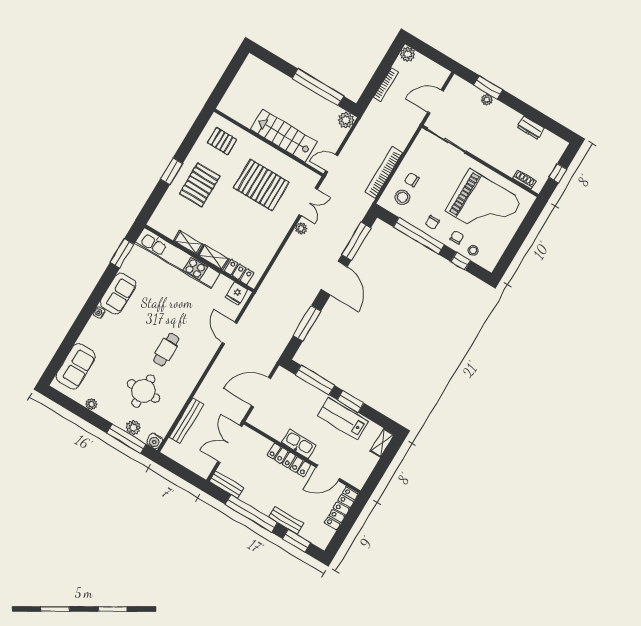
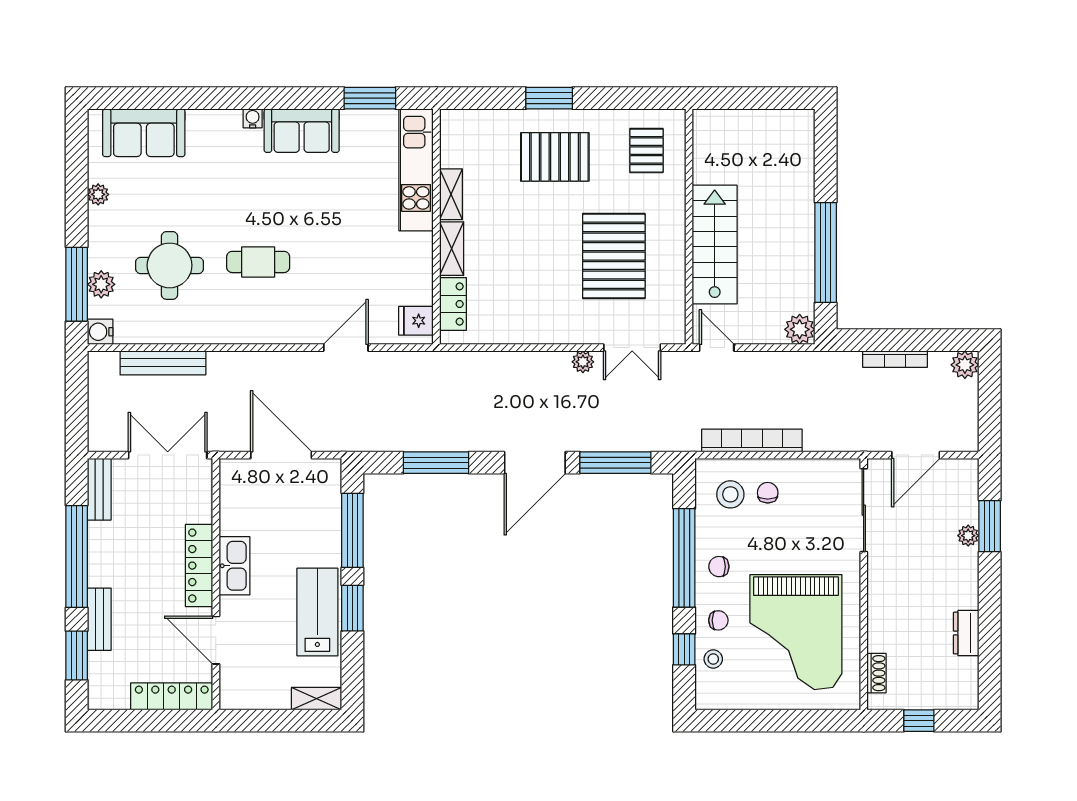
door: (435, 102) -> (916, 455), swing flipped
kitchen unit: (178, 258) -> (416, 170), width x0.73

